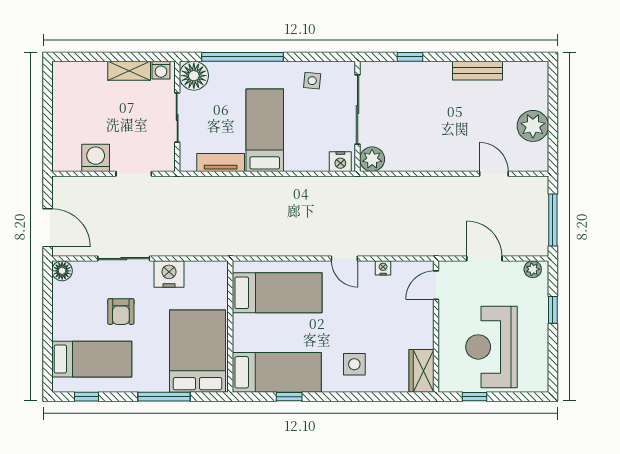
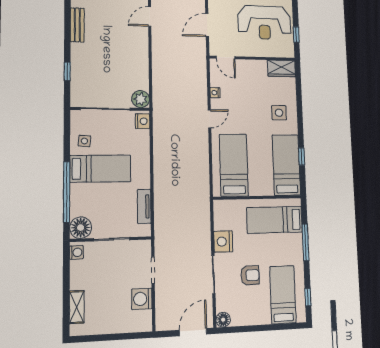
shelving: (129, 71) -> (77, 307), moved
bed: (265, 130) -> (100, 169), moved, turned 180
bed: (197, 351) -> (275, 220), width x0.67

